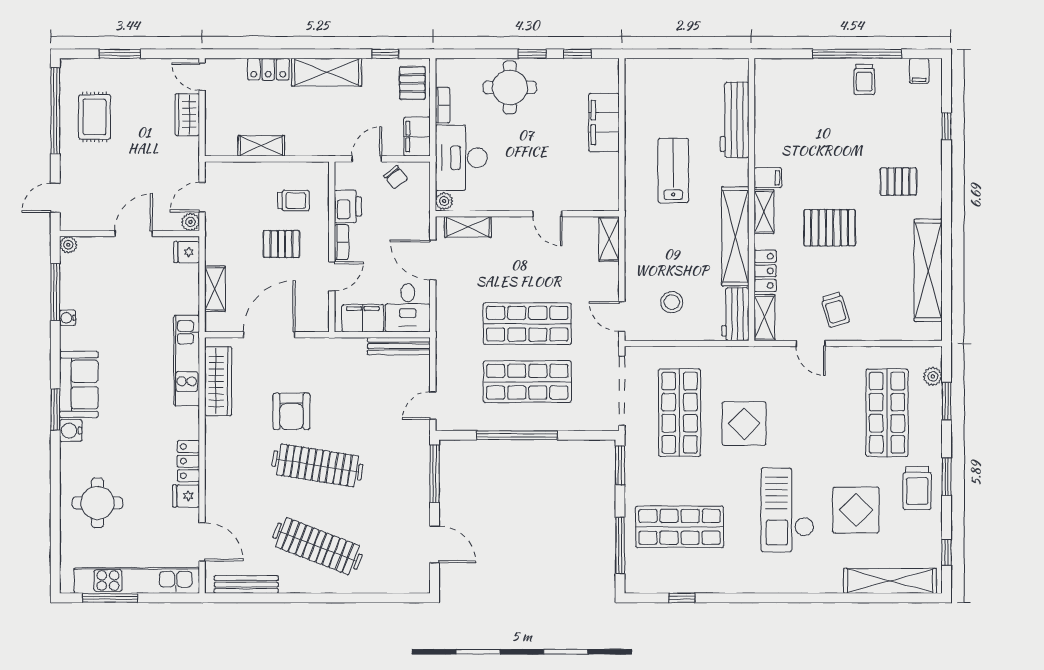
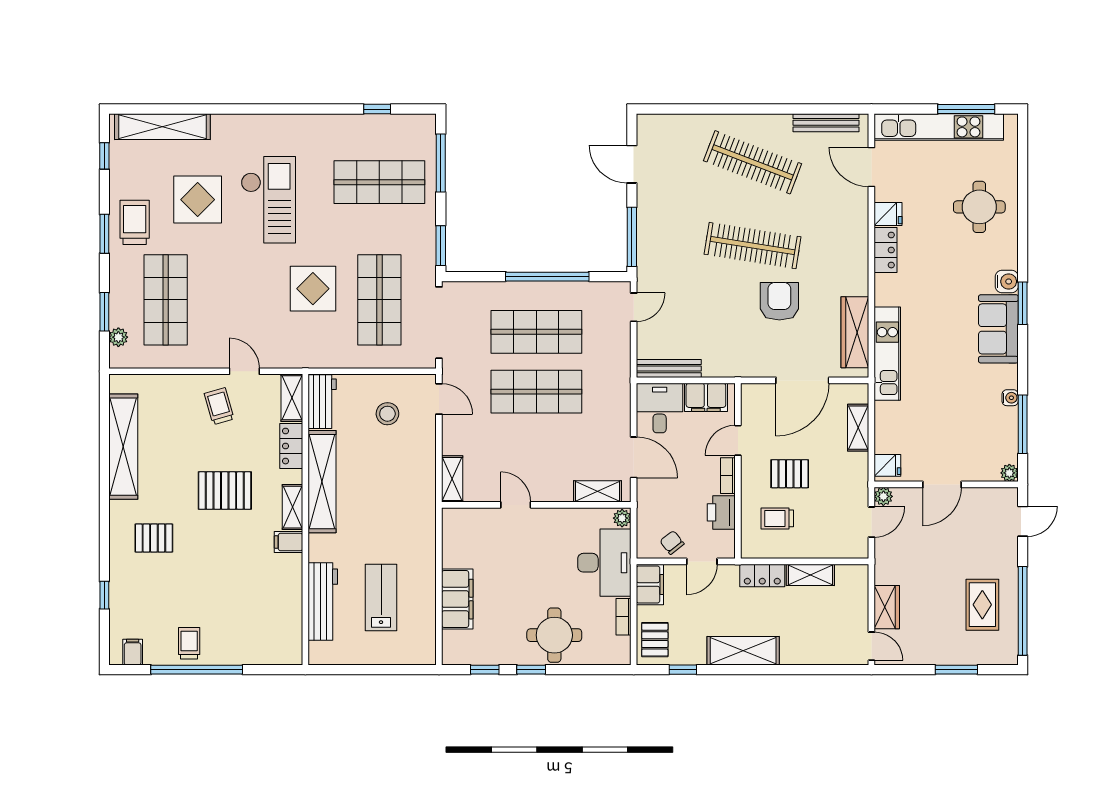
locker: (268, 69) -> (762, 575), moved, turned 180
lab bench: (673, 171) -> (381, 598), moved, turned 180

